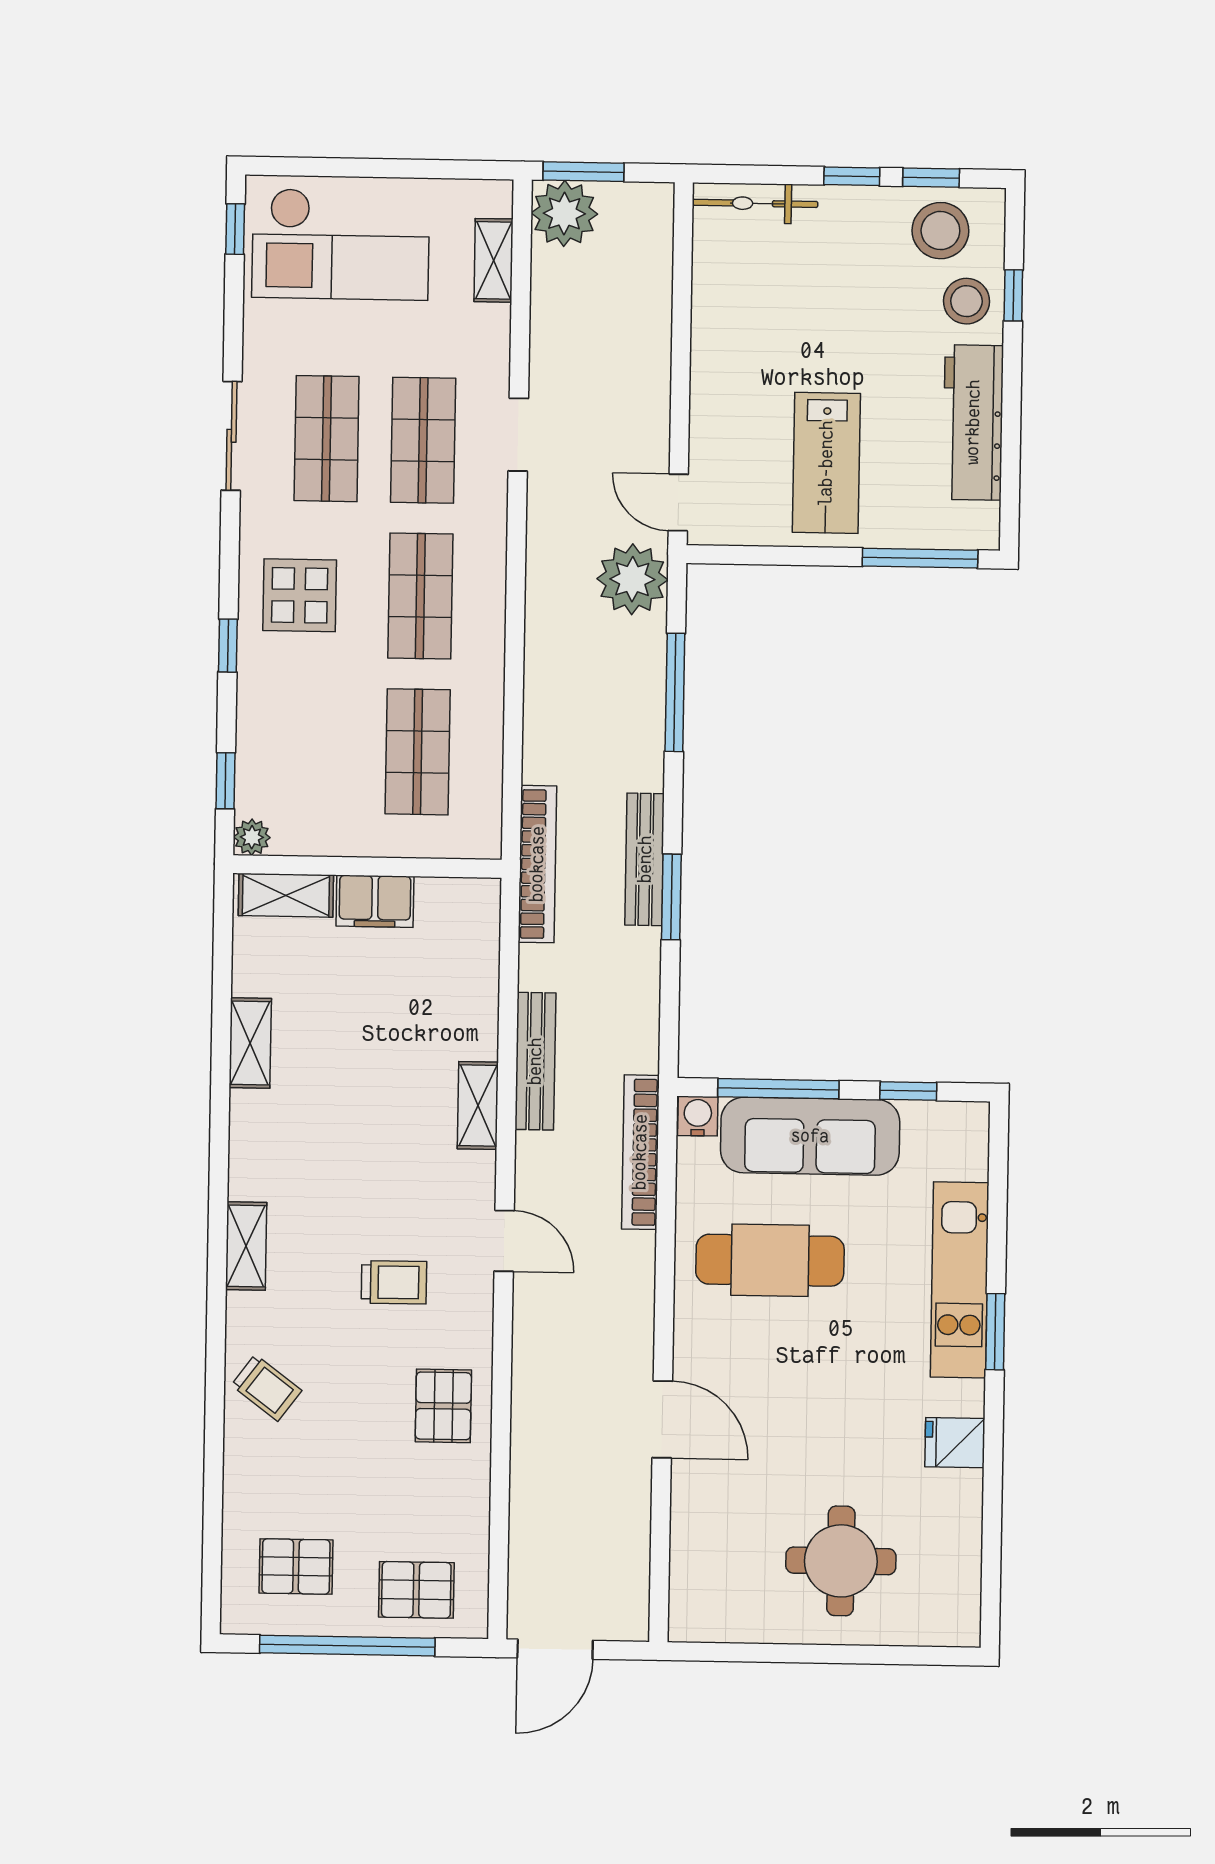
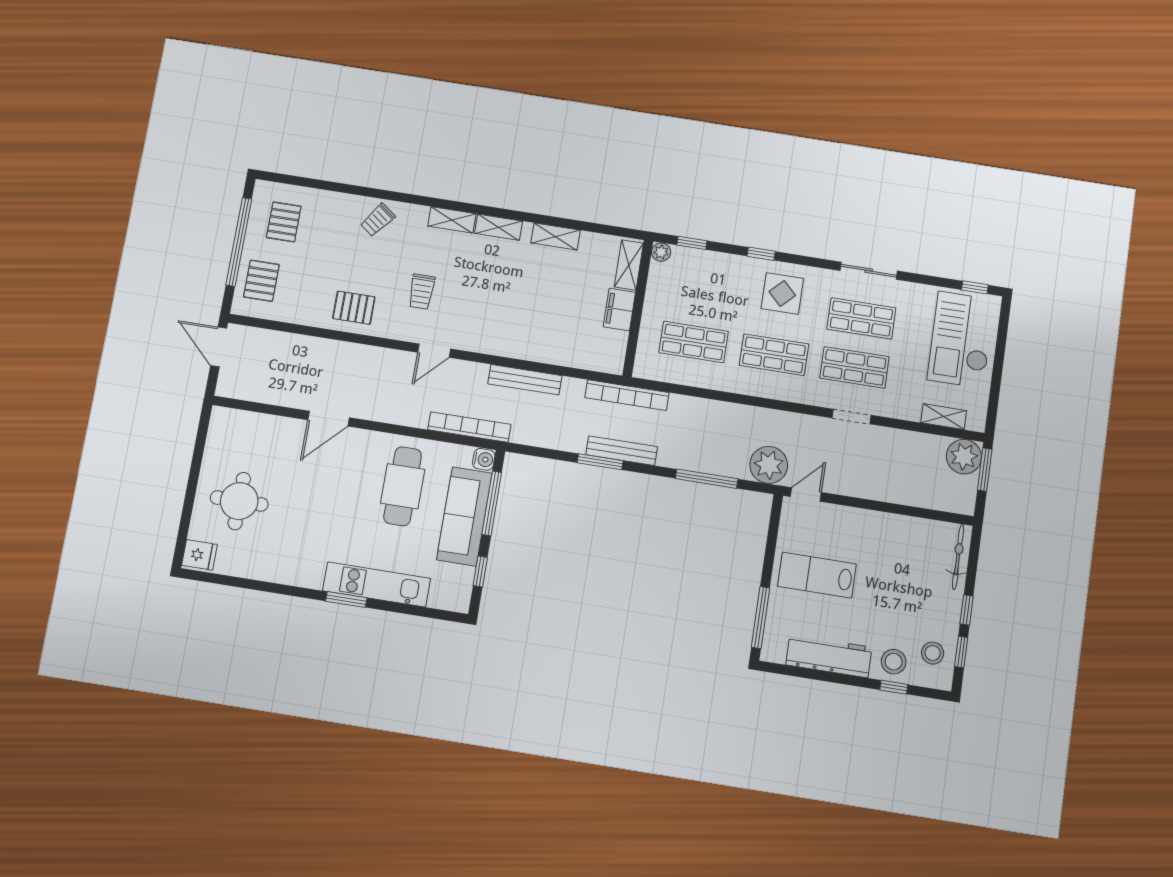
stool: (940, 231) -> (933, 653), width x0.73, depth x0.73
shelving: (478, 1105) -> (499, 227), moved
fridge: (955, 1443) -> (199, 555), moved, turned 90

